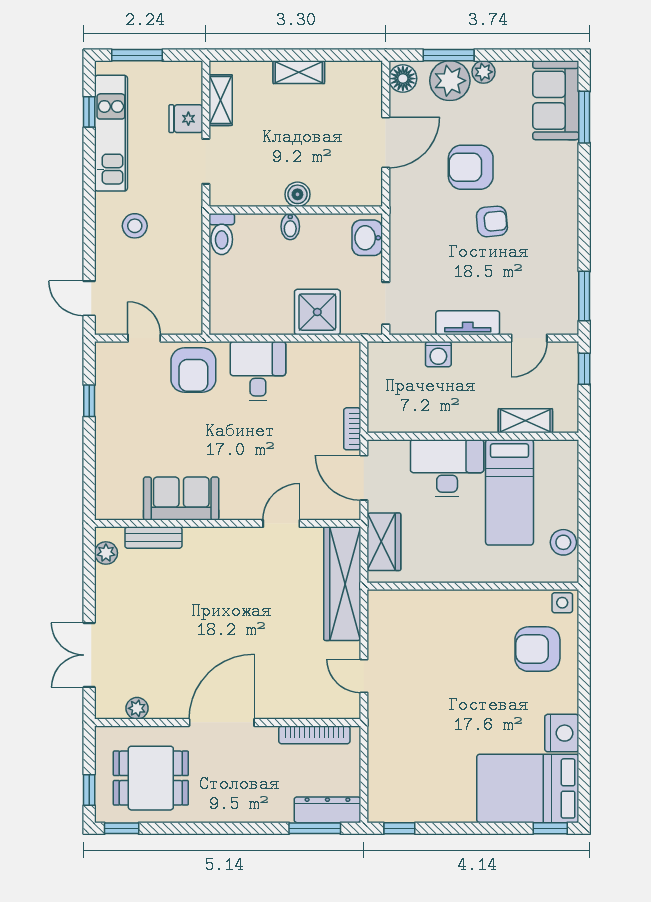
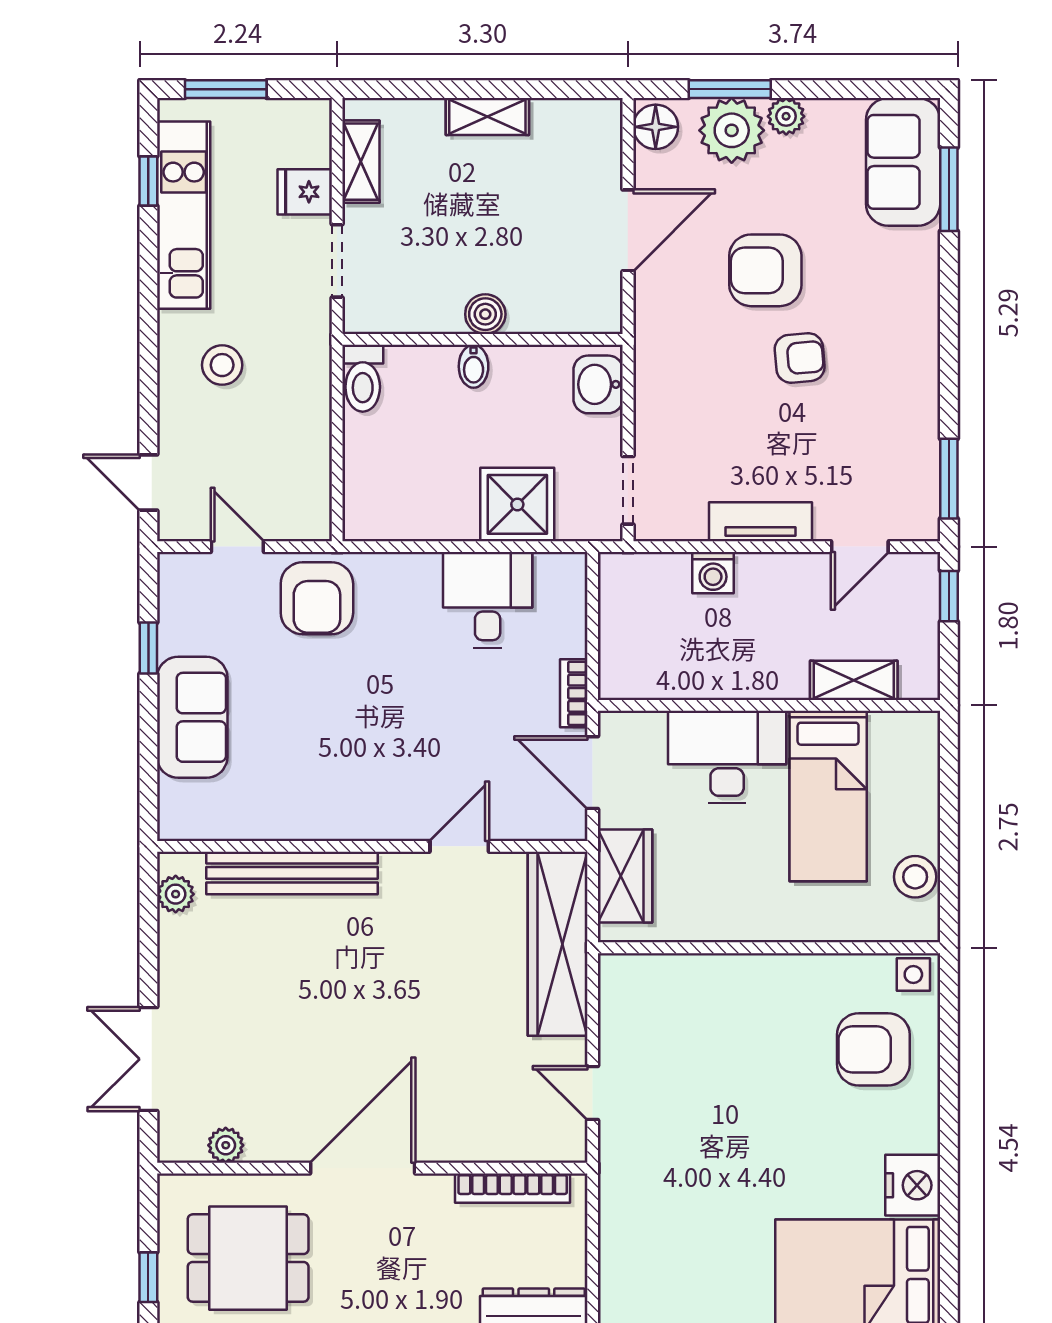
desk: (258, 371) -> (488, 600), moved
sofa: (181, 499) -> (192, 717), moved, turned 90
bench: (153, 538) -> (292, 873), width x1.86, depth x1.21

